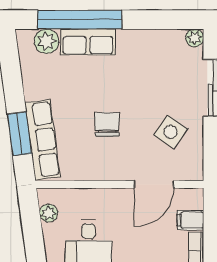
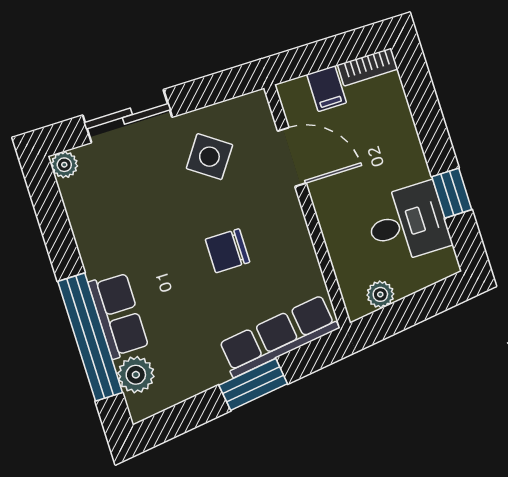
window: (19, 134) -> (253, 384), moved

